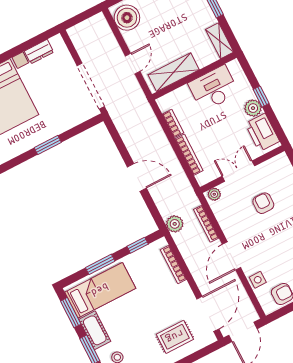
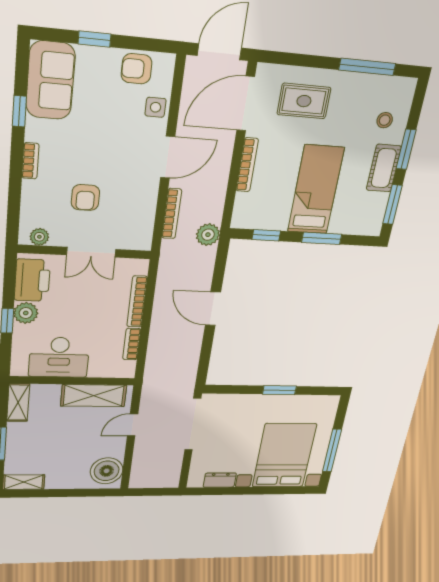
plant: (214, 194) -> (39, 237), moved
bookcase: (173, 265) -> (247, 165), moved
bed: (100, 290) -> (316, 190), moved, turned 90

